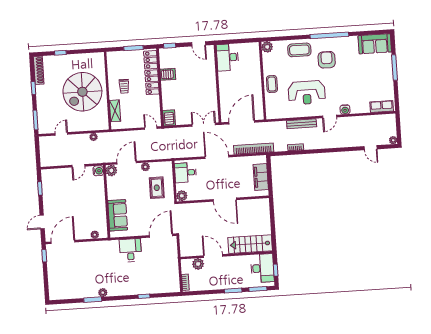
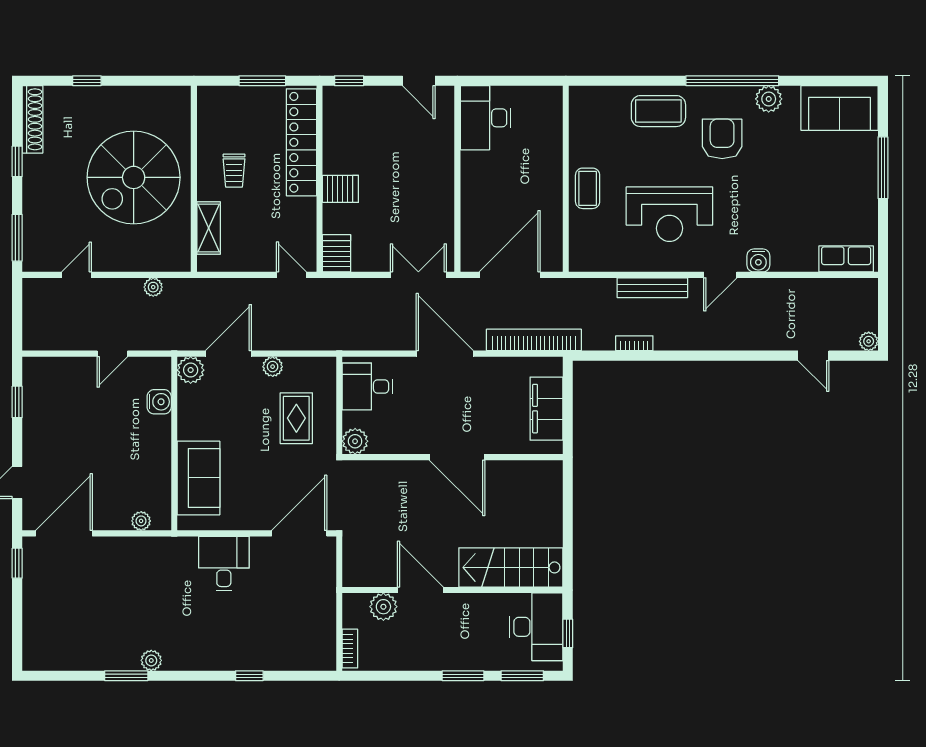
plant: (267, 47) -> (769, 99), moved
server rack: (168, 74) -> (340, 189), moved
water cooler: (98, 171) -> (159, 402), moved

